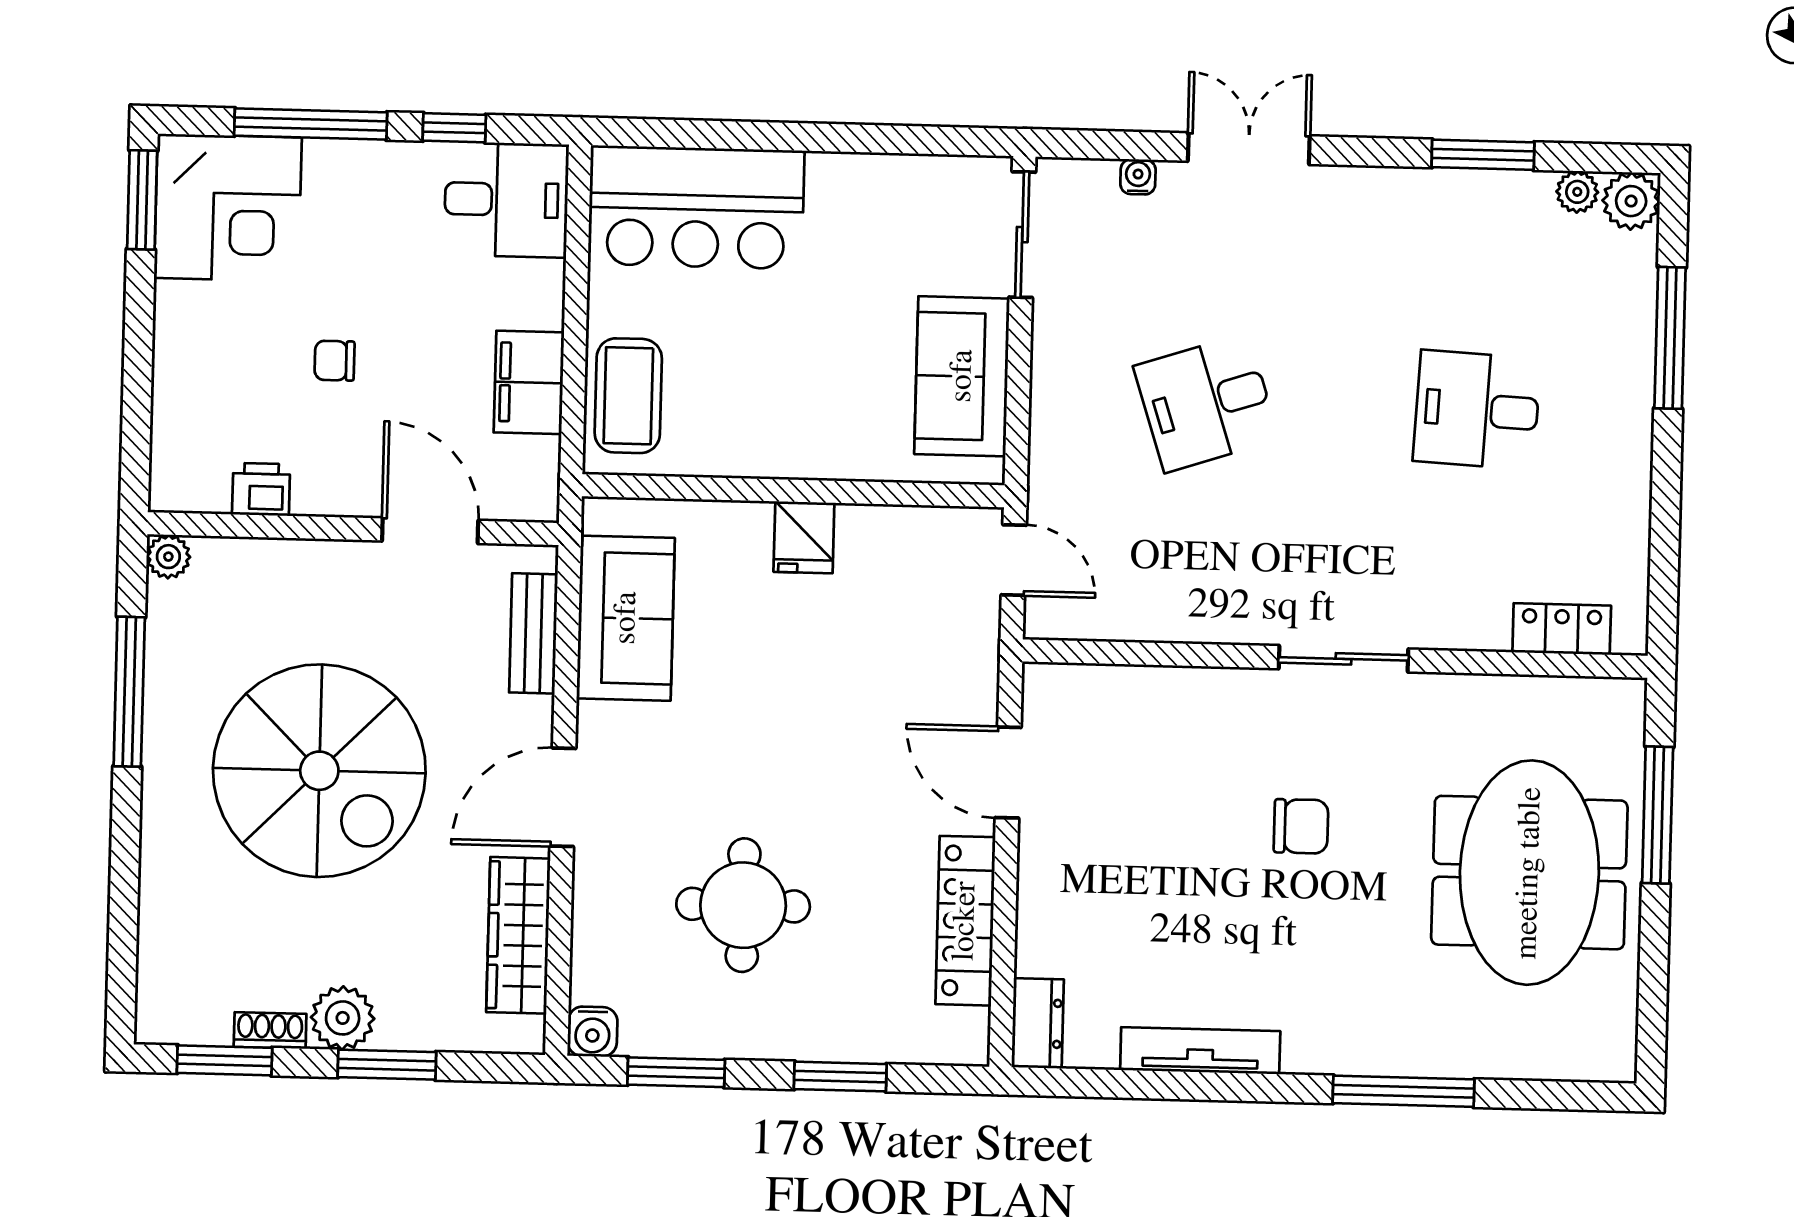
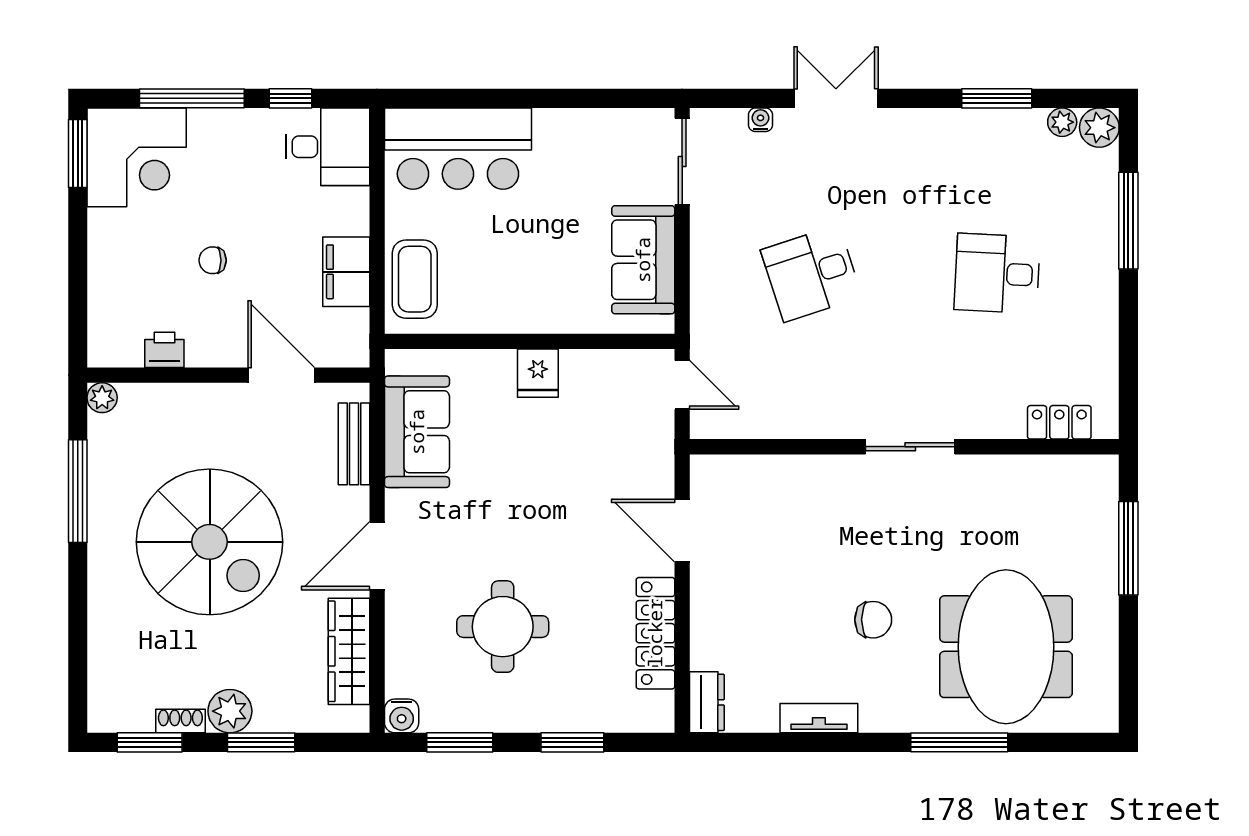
chair: (1301, 826) -> (873, 620), moved
meeting table: (1529, 873) -> (1006, 647), moved
tv unit: (1200, 1051) -> (819, 718), width x0.71

